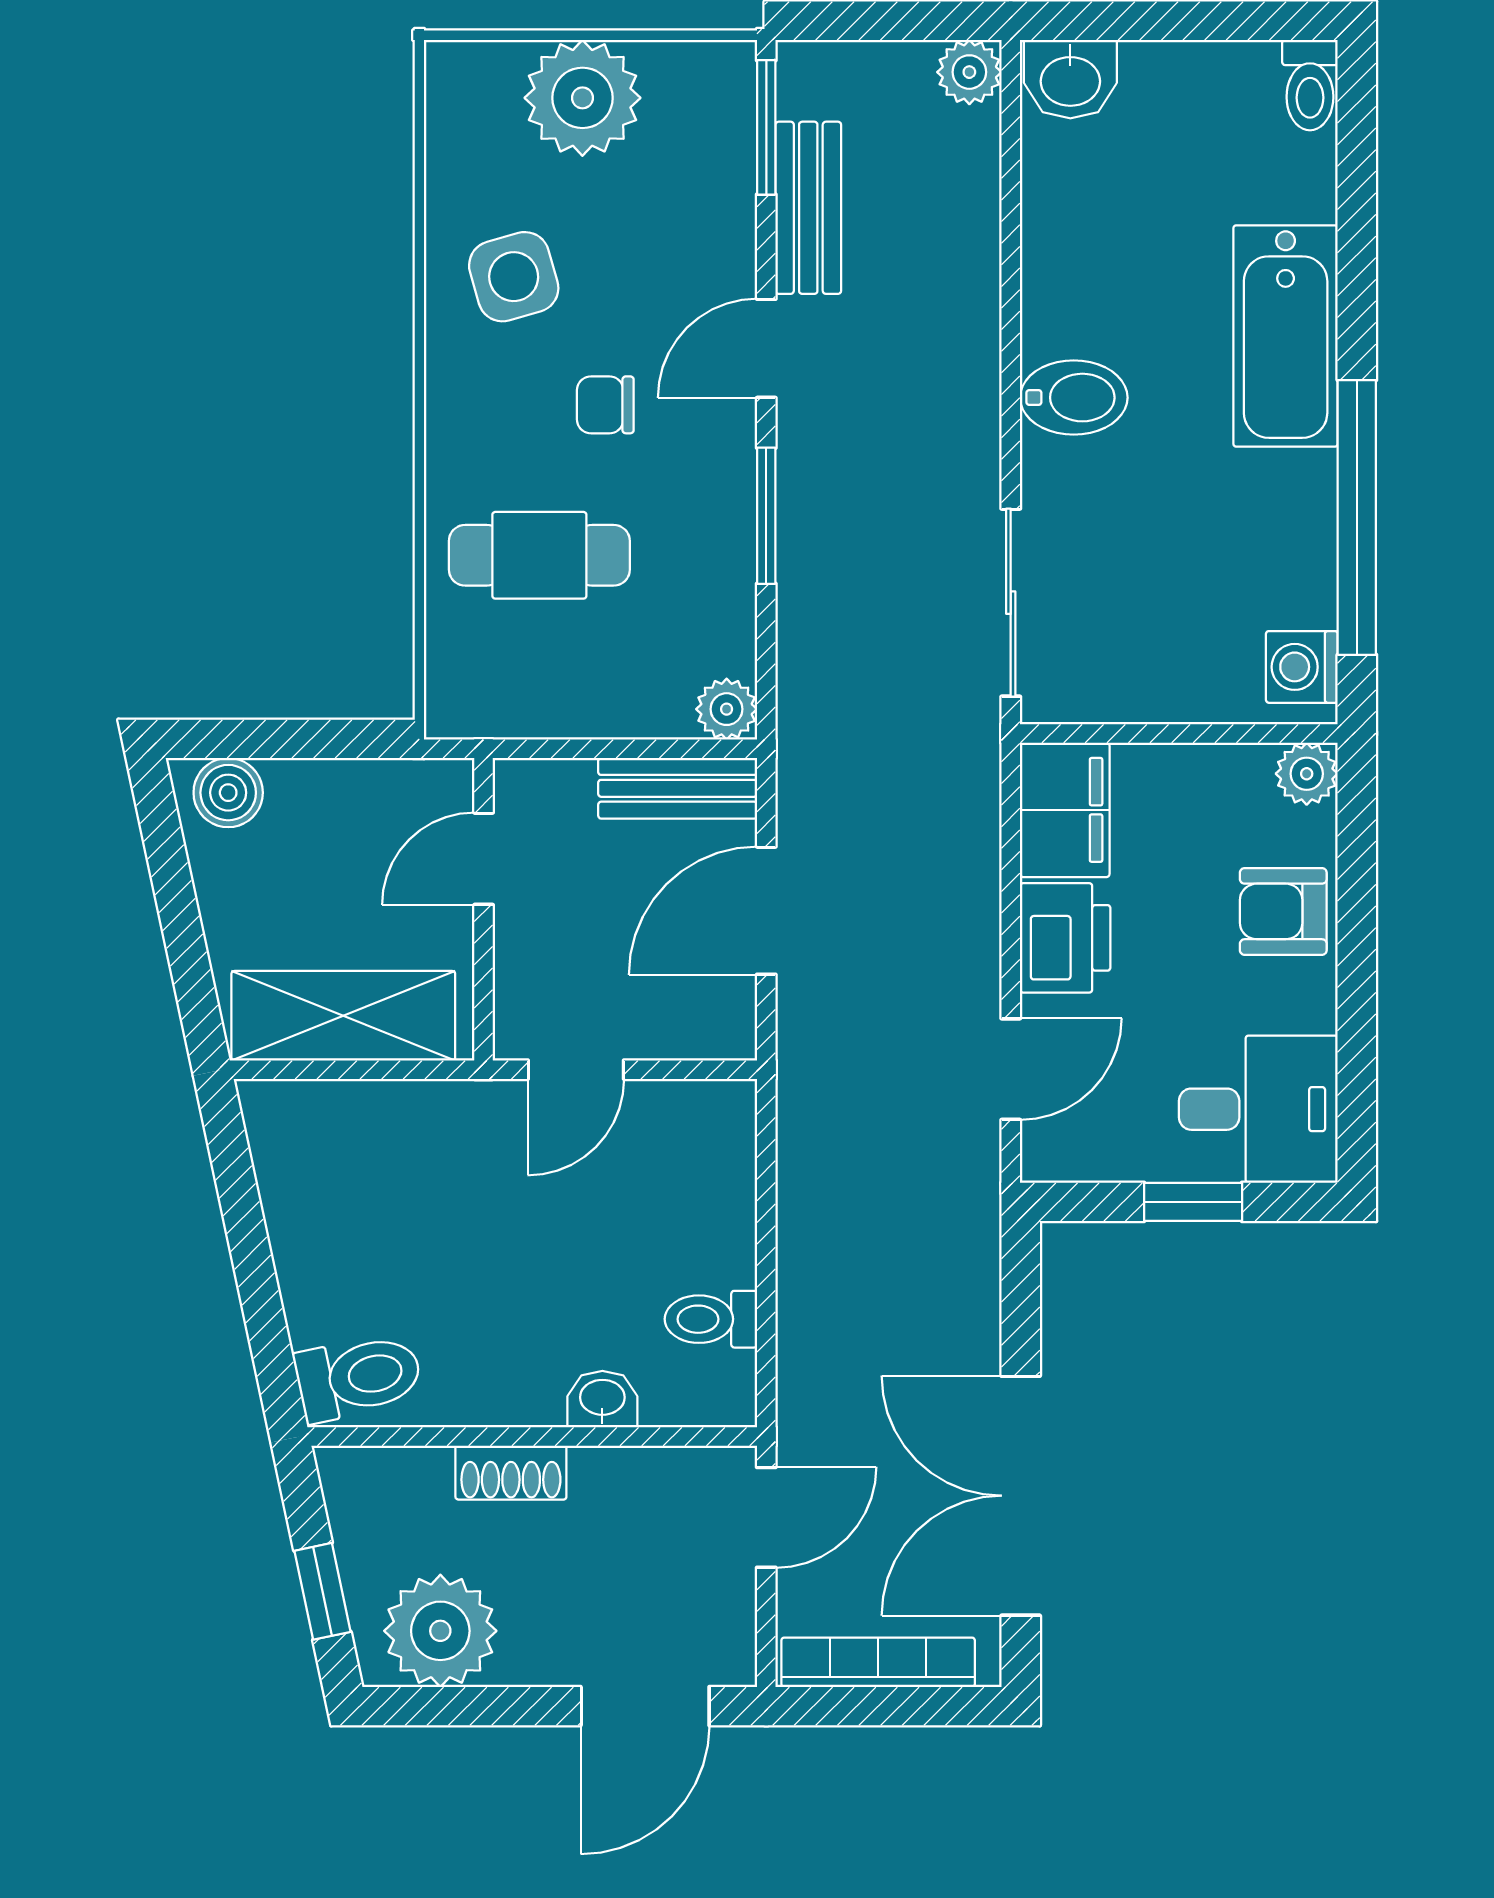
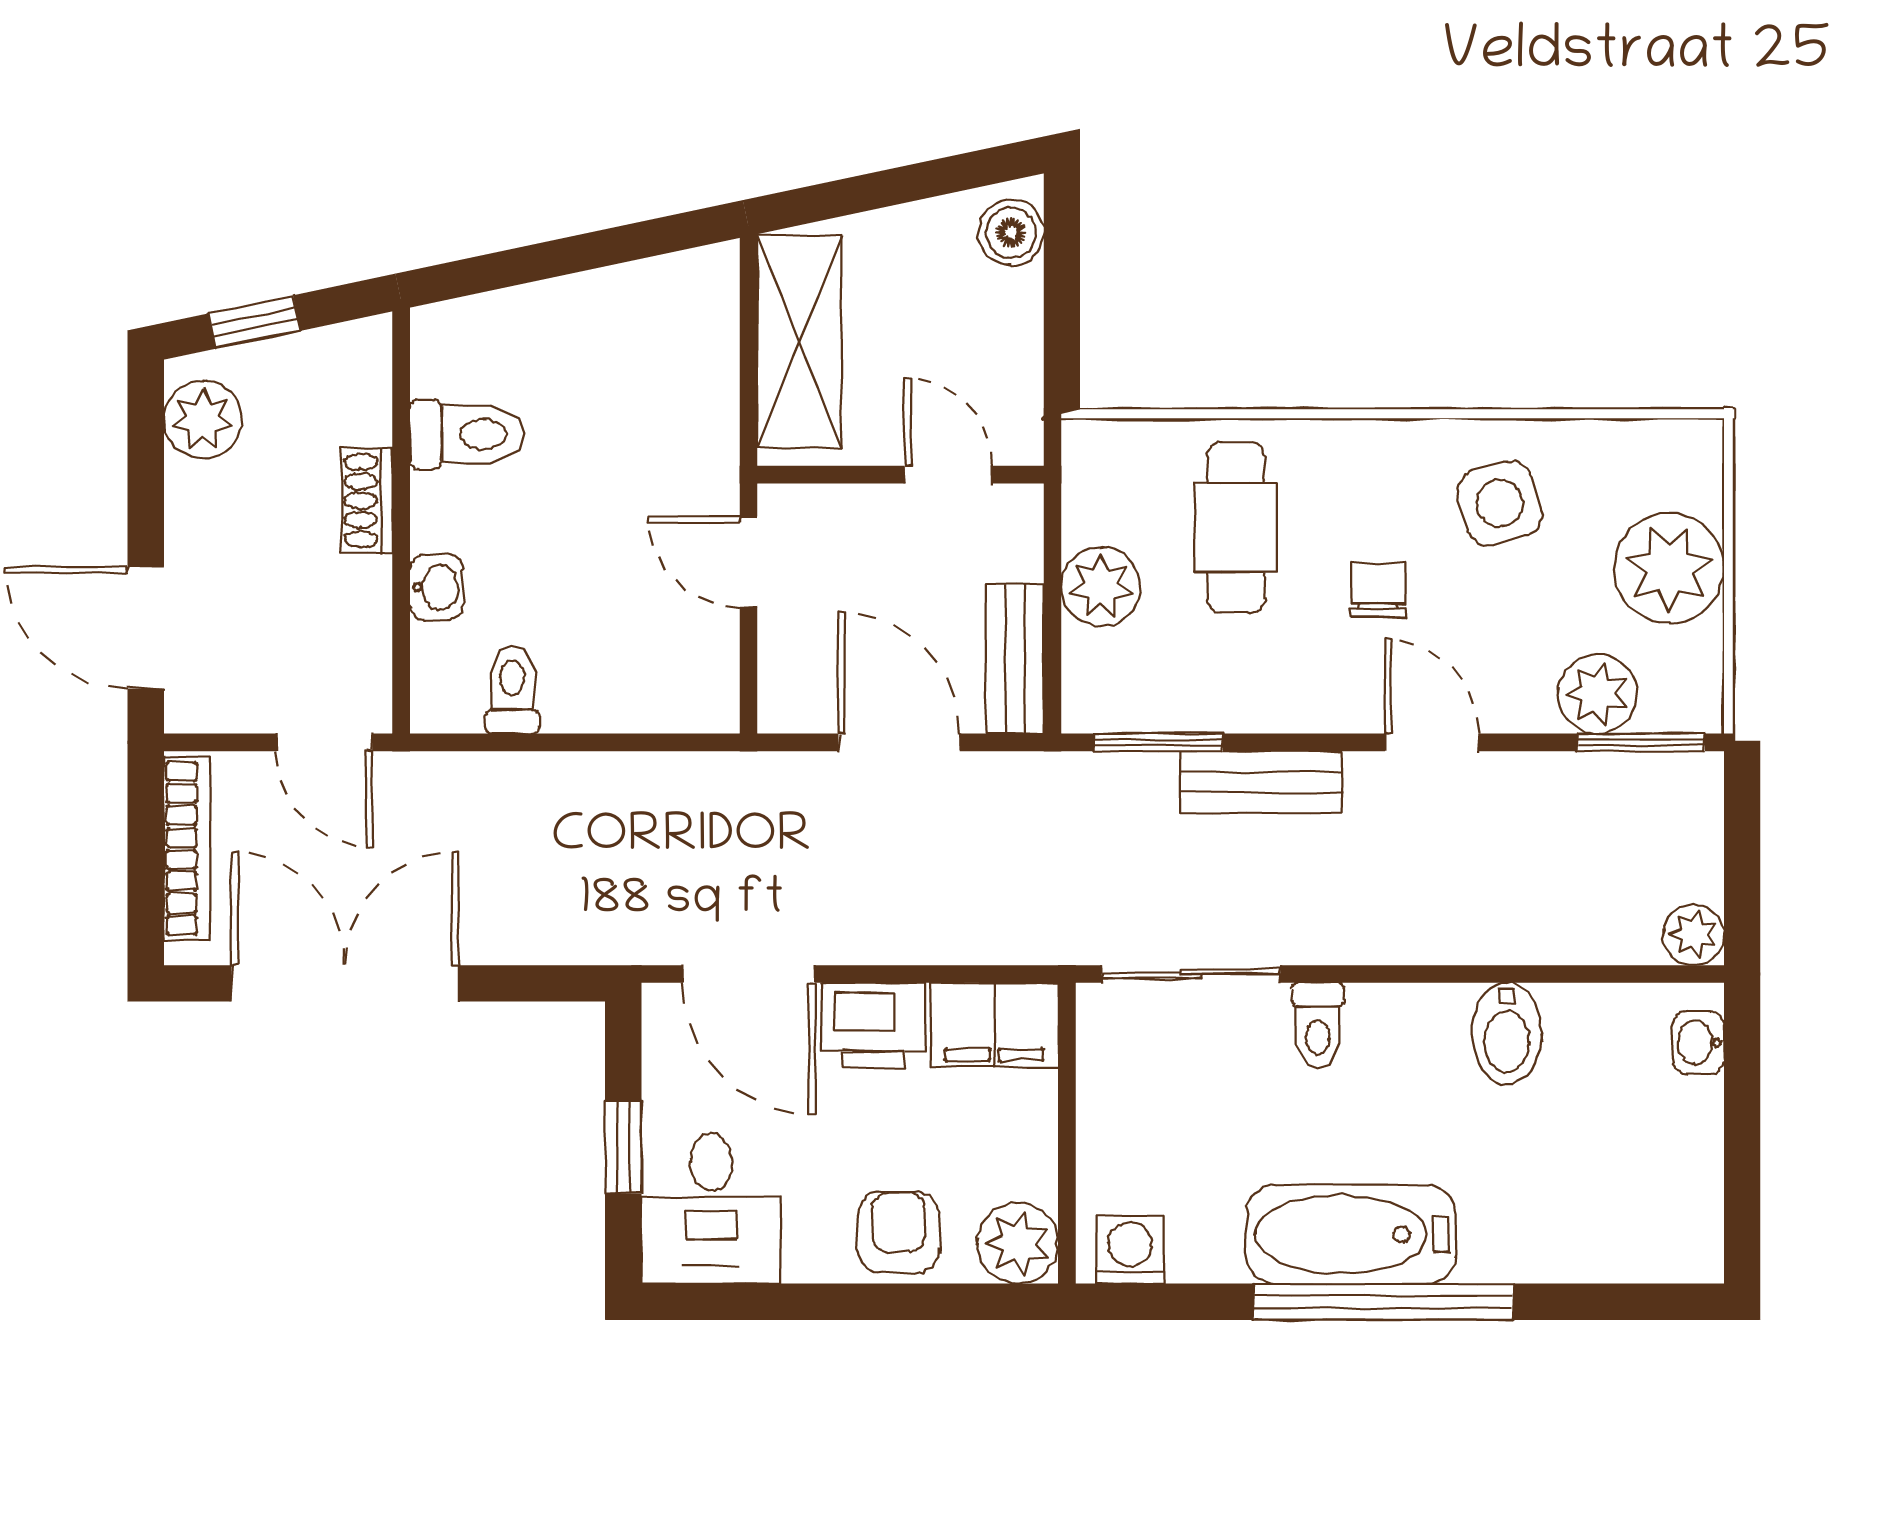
washbasin: (1070, 79) -> (1698, 1043), width x0.72, depth x0.69
toilet: (1310, 85) -> (1318, 1026), moved, turned -90
plant: (715, 173) -> (1597, 694), added
bench: (808, 208) -> (1261, 782), moved
bathtub: (1286, 336) -> (1351, 1234), moved
bidet: (1074, 398) -> (1507, 1034), moved
window: (766, 516) -> (1159, 742), moved
window: (1357, 517) -> (1383, 1302), moved
plant: (727, 709) -> (1101, 587), moved, width x1.38, depth x1.38
plant: (1307, 774) -> (1018, 1243), width x1.38, depth x1.38
door: (1011, 1069) -> (749, 974), width x1.38
toilet: (359, 1377) -> (467, 434), moved, turned -78
plant: (440, 1631) -> (203, 419), width x0.73, depth x0.73

